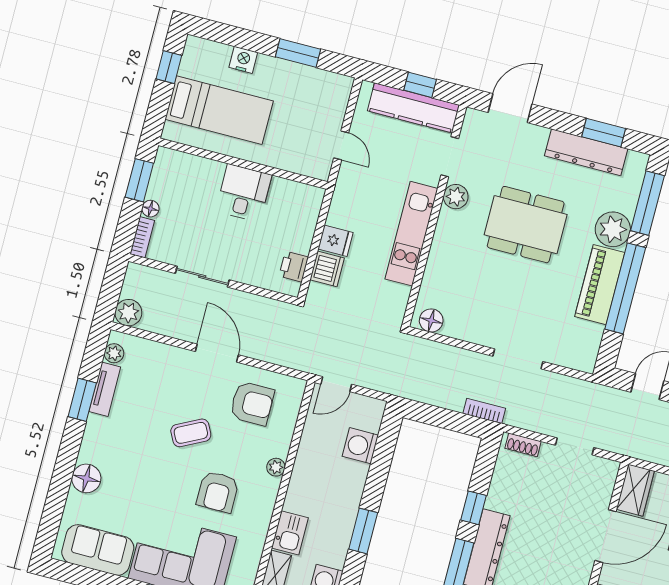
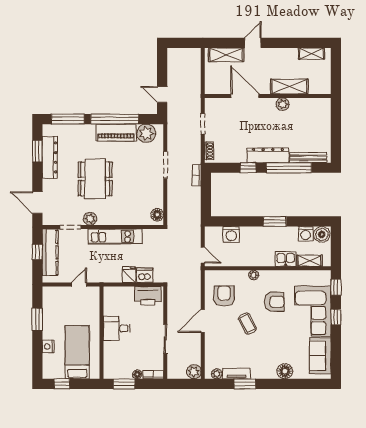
plant: (613, 229) -> (146, 133), moved
printer: (294, 267) -> (148, 296), width x1.87, depth x1.48
wardrobe: (635, 490) -> (217, 87), removed

